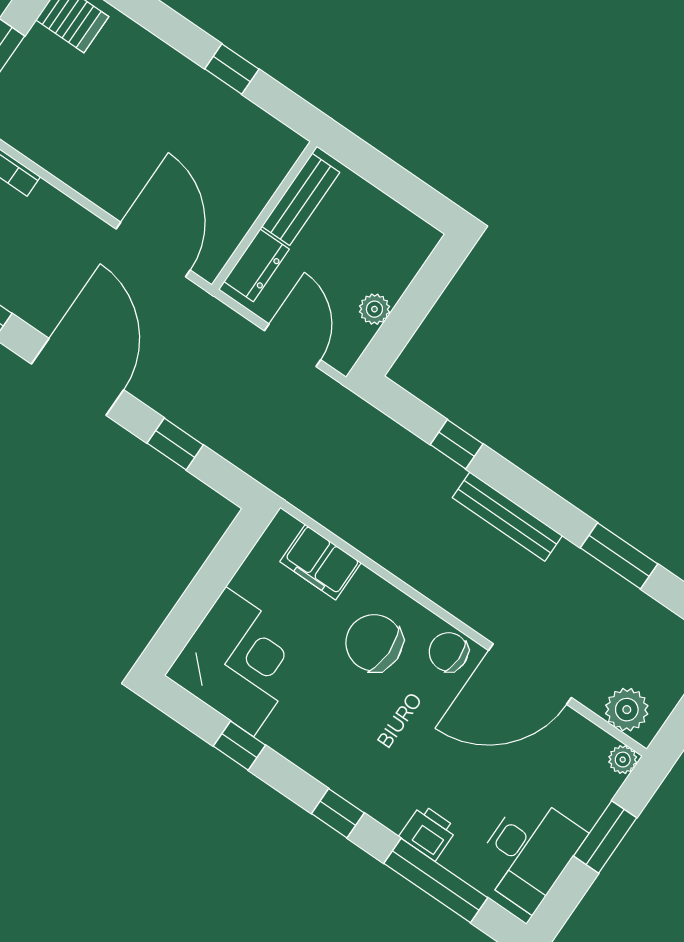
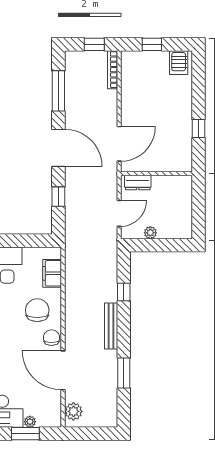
bench: (301, 199) -> (170, 182), removed
door: (78, 377) -> (58, 148), hinge flipped
plant: (623, 760) -> (30, 422), moved

